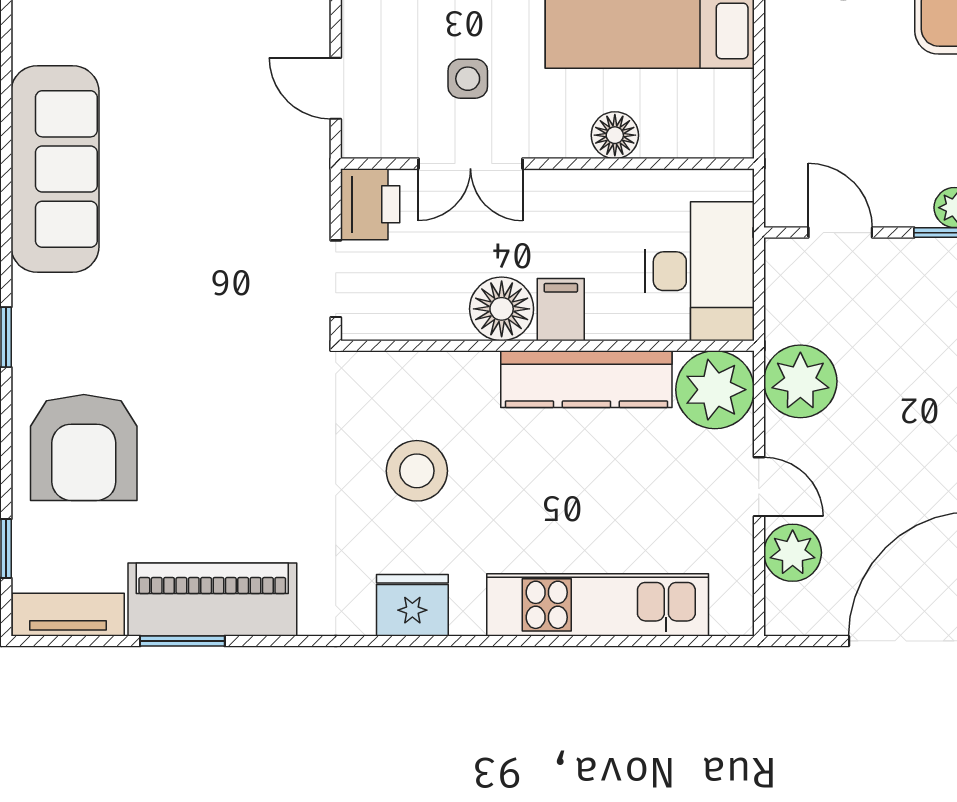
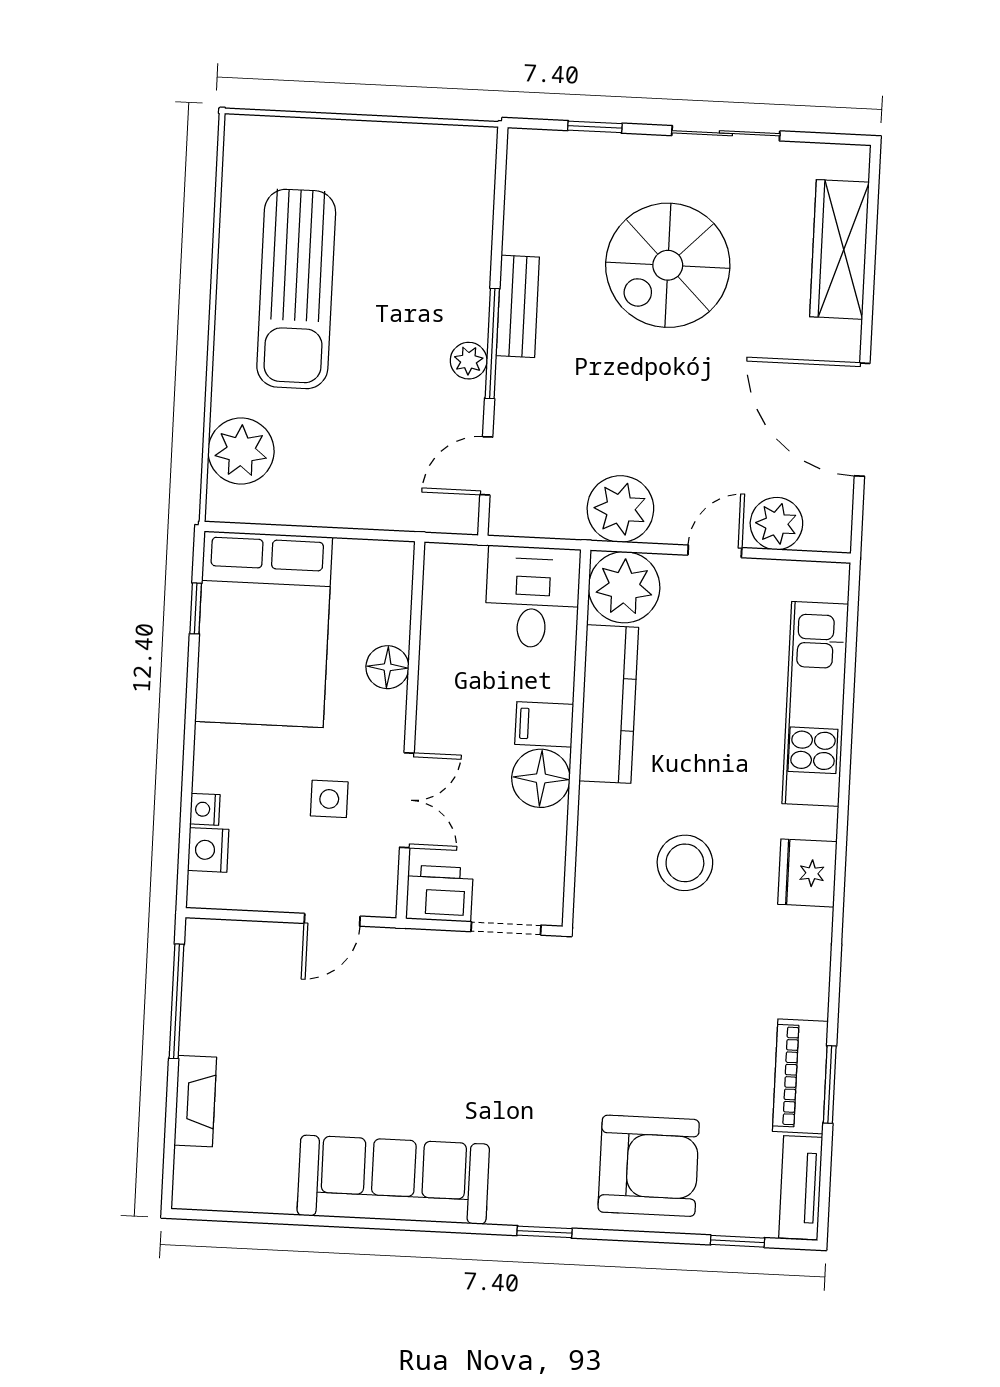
desk: (699, 271) -> (533, 597), width x0.73
piano: (212, 599) -> (800, 1076), width x0.73, depth x0.75

